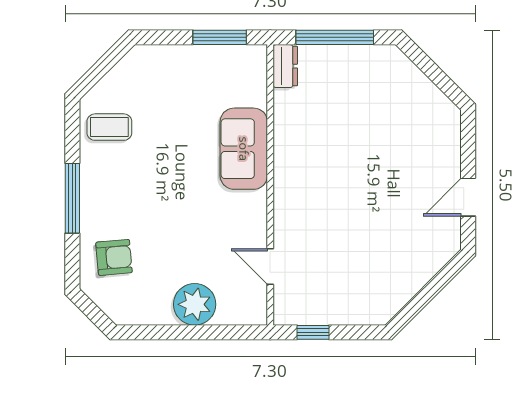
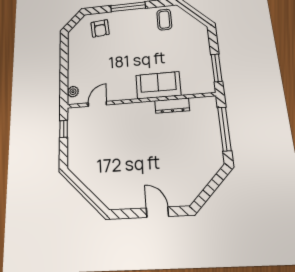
dresser: (285, 66) -> (172, 106), moved, width x1.44
door: (468, 197) -> (157, 212), moved
plant: (195, 304) -> (73, 92), moved, width x0.53, depth x0.53

